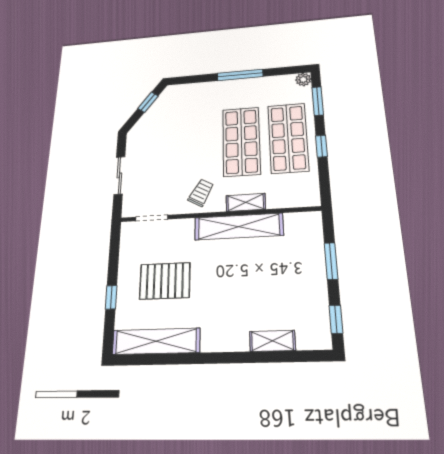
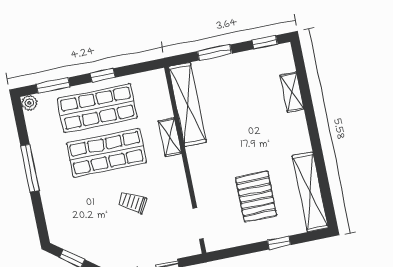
trolley: (201, 193) -> (132, 202), moved
shelving: (239, 227) -> (188, 104), moved

